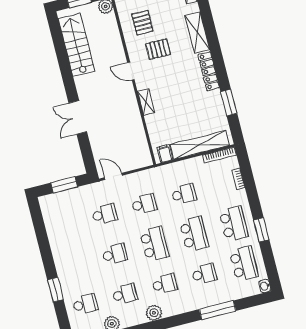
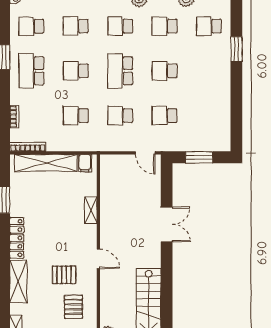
shelving: (146, 102) -> (91, 210), moved
school desk: (194, 234) -> (76, 71), width x0.54
school desk: (244, 264) -> (31, 26), width x0.54

